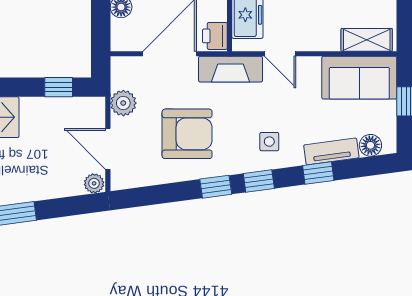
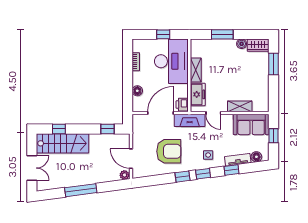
shelving: (367, 40) -> (240, 106), moved
plant: (123, 103) -> (138, 137), removed

